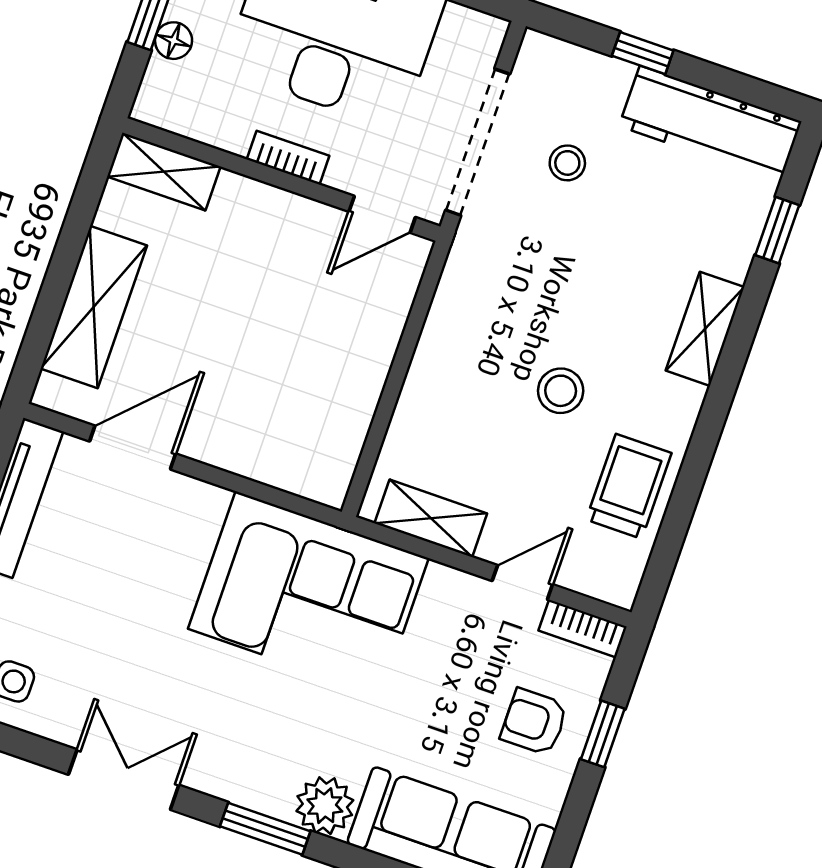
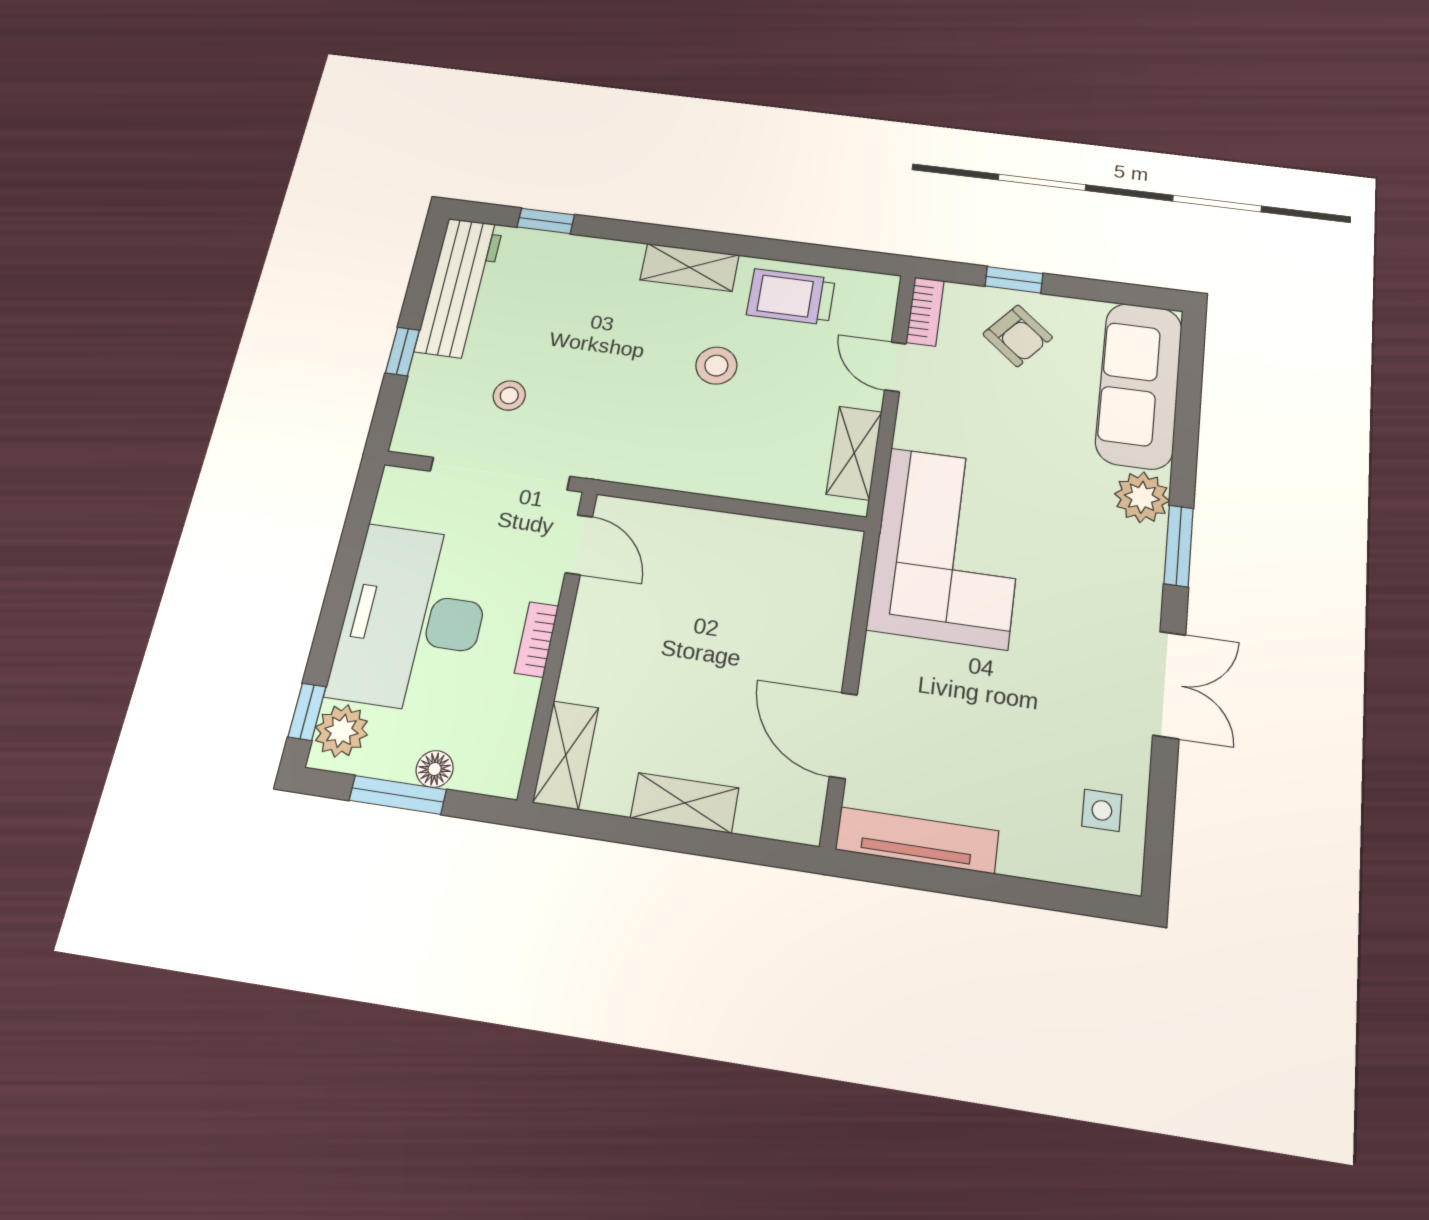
shelving: (94, 307) -> (685, 803), width x0.67, depth x0.75
shelving: (705, 329) -> (690, 267), moved
armchair: (534, 722) -> (1018, 336), turned -50
double door: (124, 780) -> (1169, 685), swing flipped

